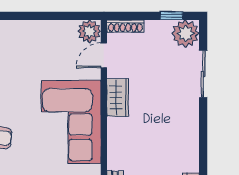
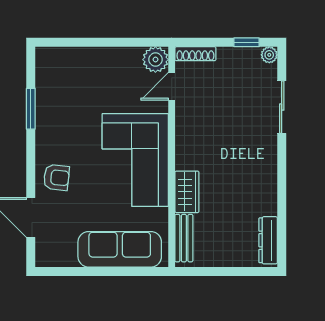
plant: (185, 33) -> (269, 55), width x0.53, depth x0.53
wardrobe: (118, 98) -> (187, 192), moved

